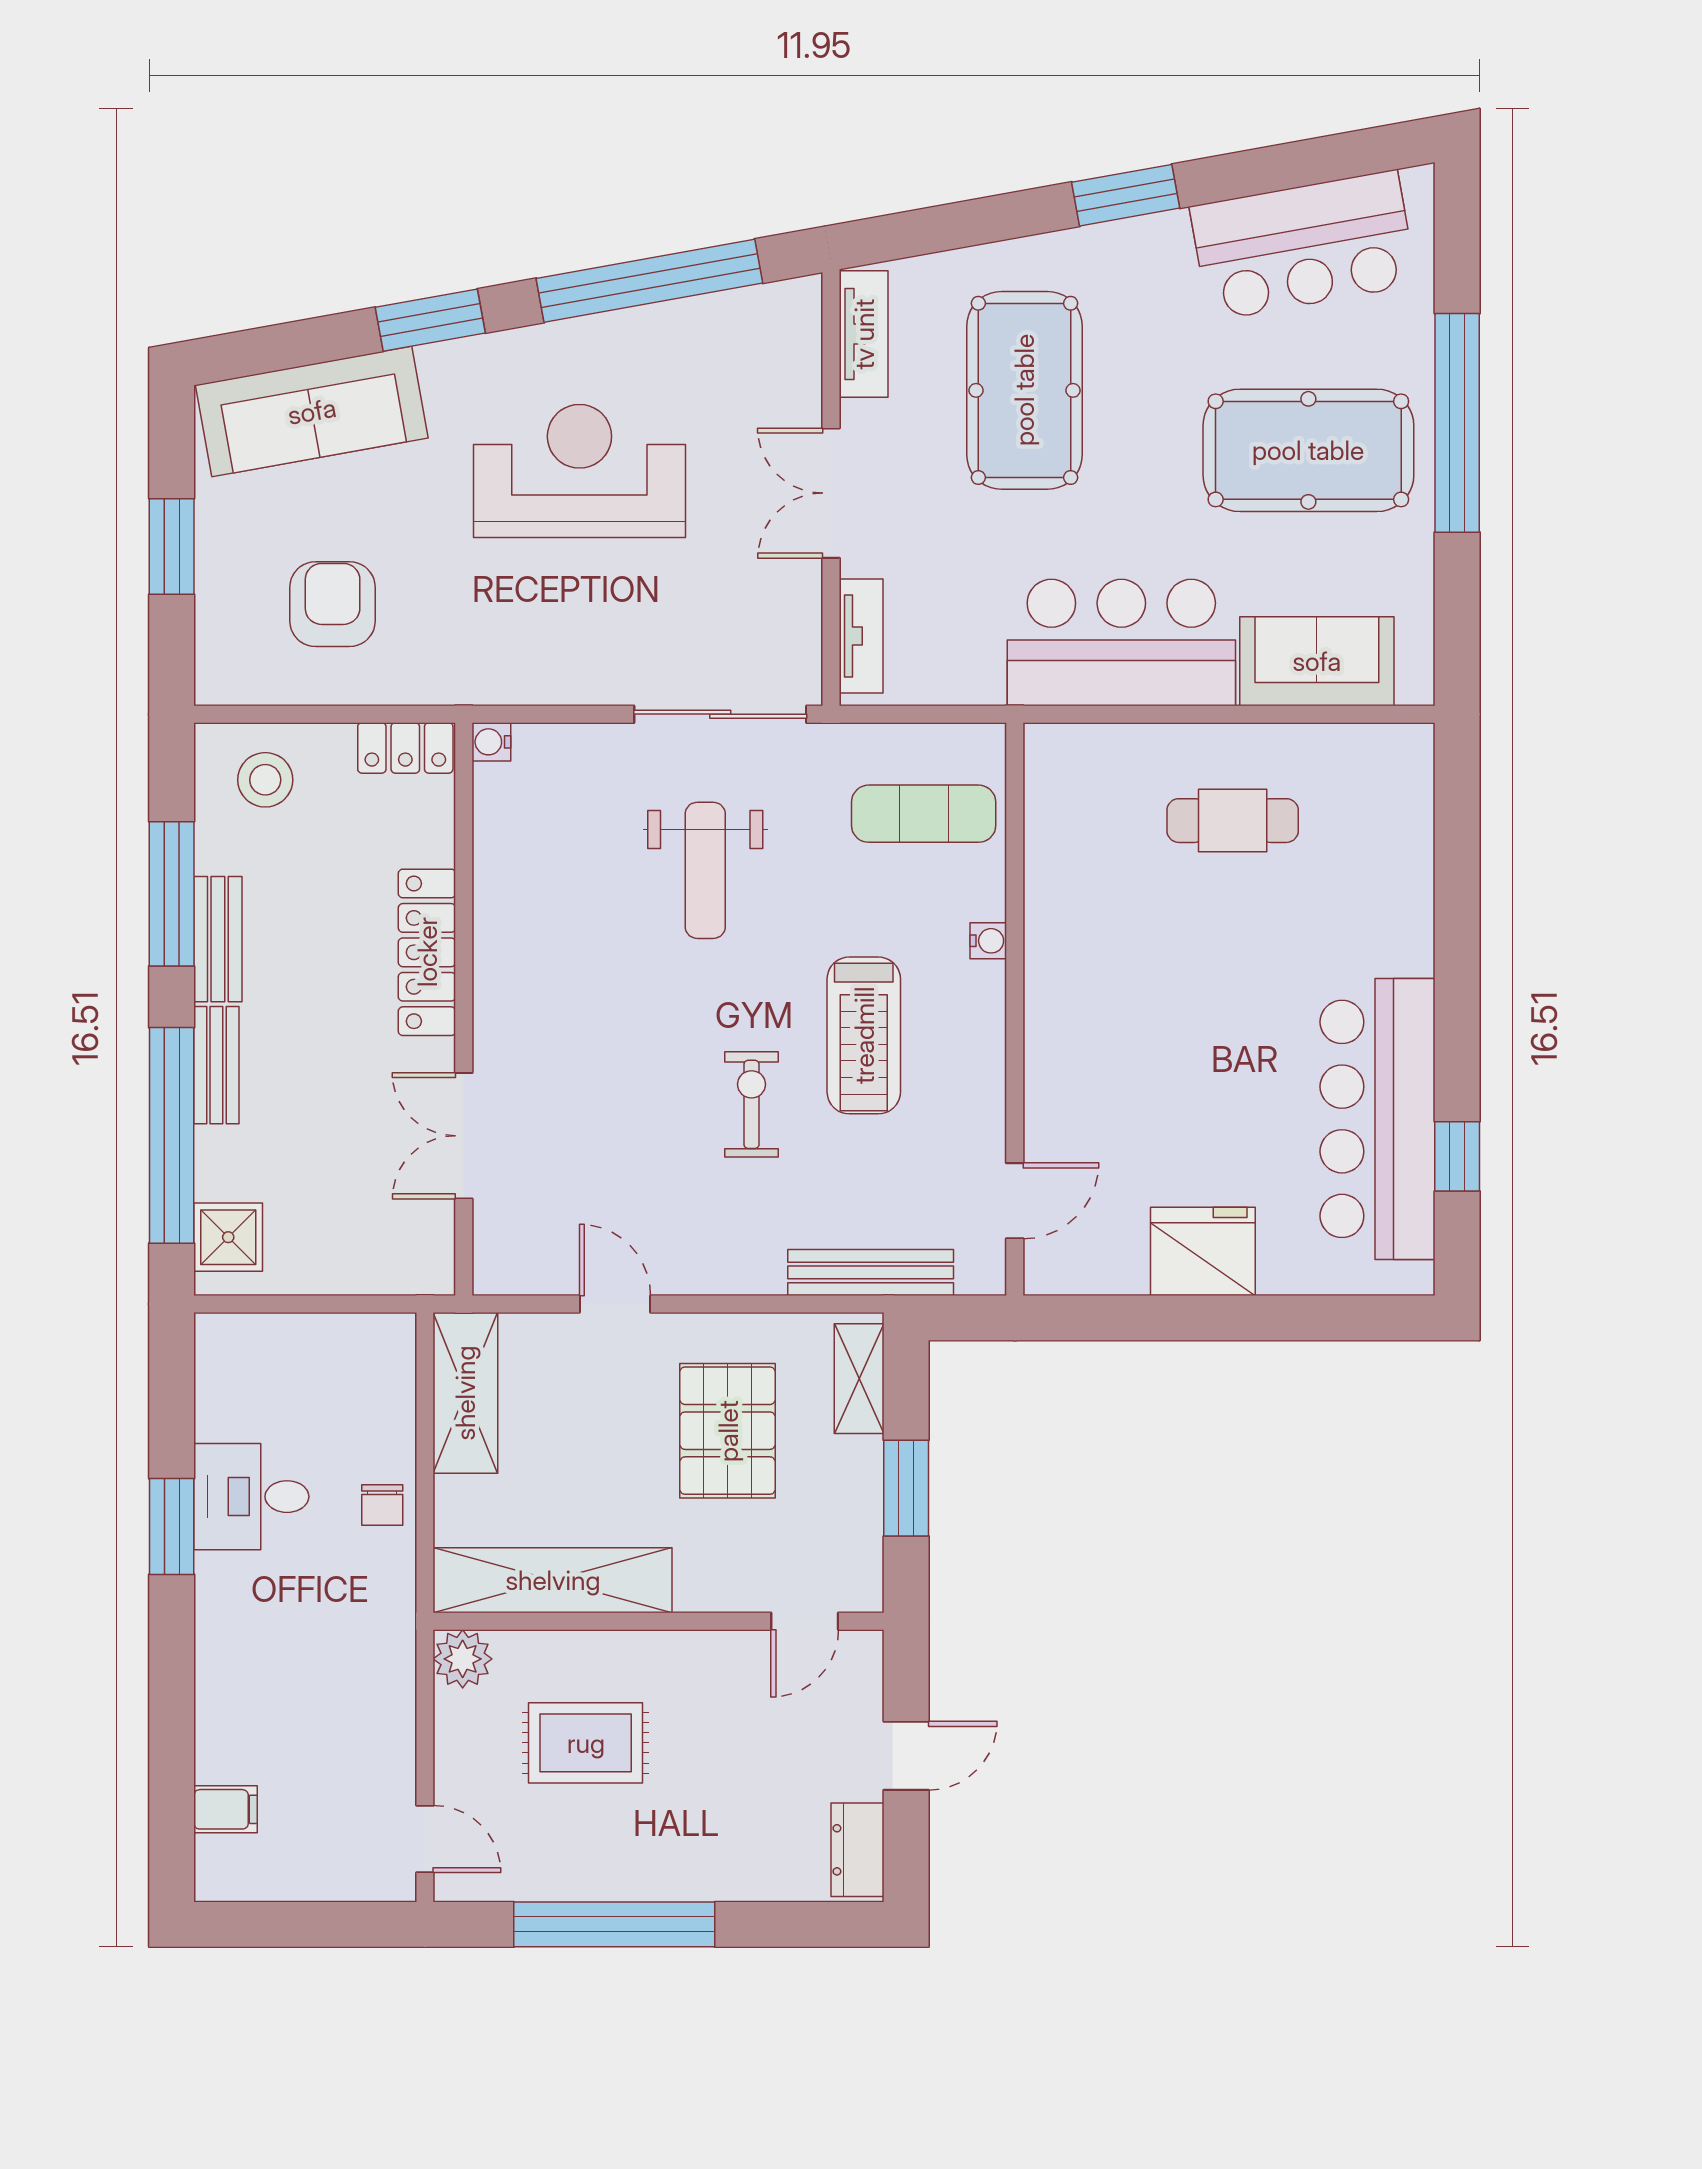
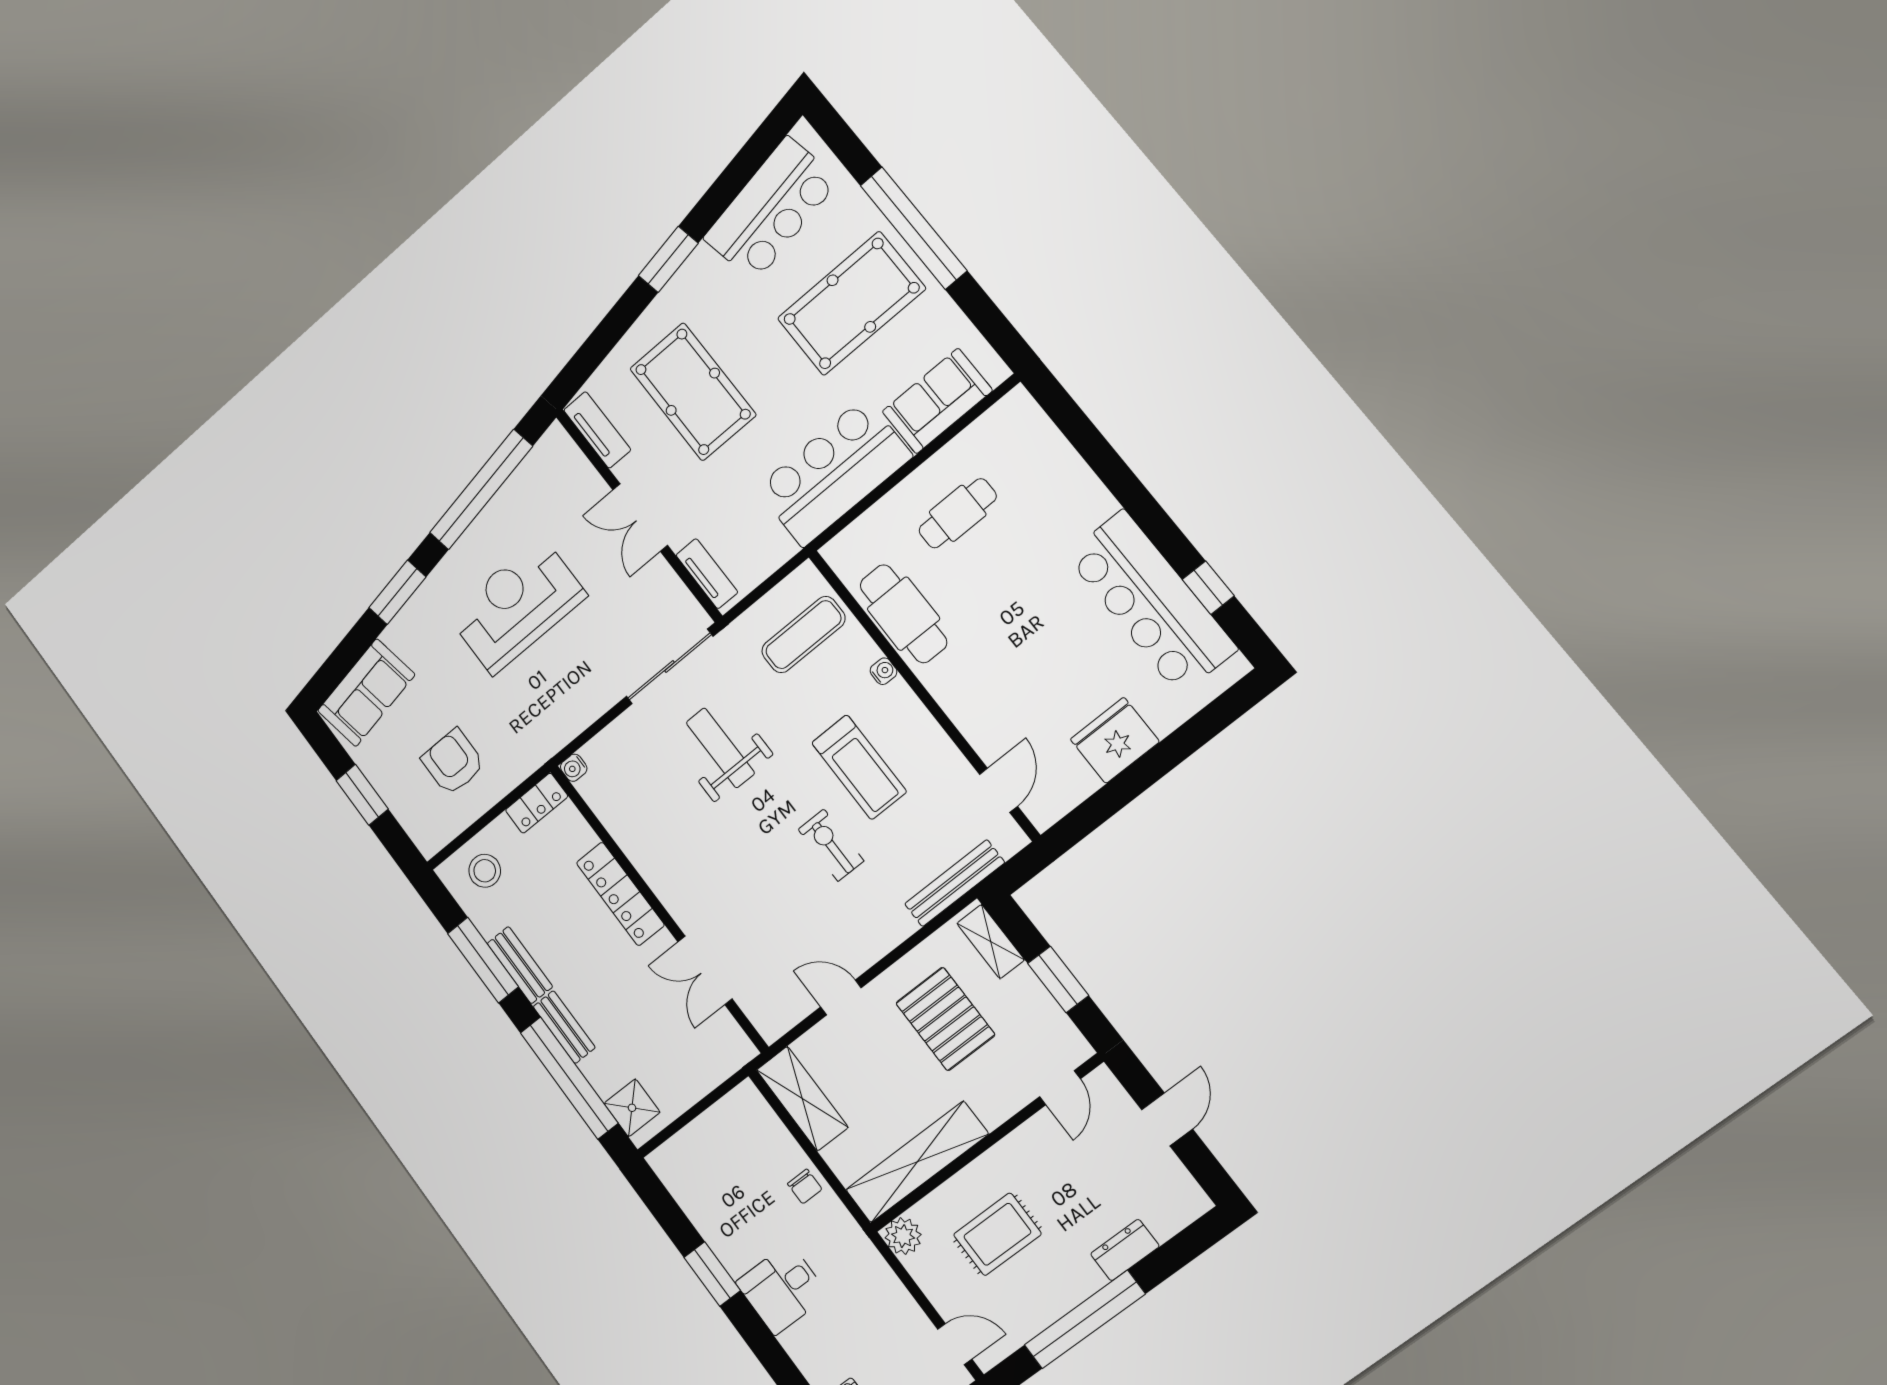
sofa: (312, 411) -> (366, 693), width x0.73
weight bench: (705, 870) -> (720, 748), turned 180
cafe table: (1069, 890) -> (903, 614), added
desk: (251, 1497) -> (782, 1289), moved
dresser: (858, 1850) -> (1125, 1250), moved, turned 90

